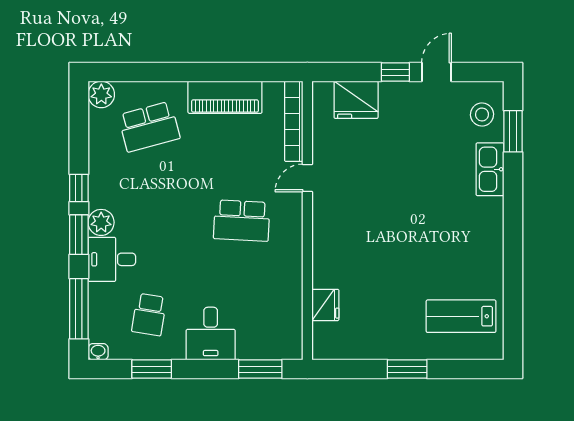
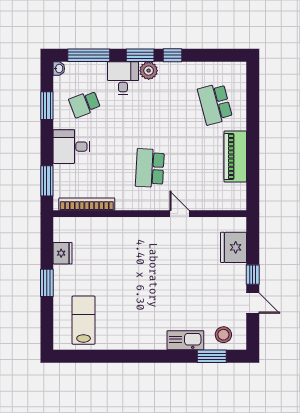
plant: (101, 94) -> (237, 71), removed
bookcase: (294, 121) -> (87, 204), moved
fridge: (325, 305) -> (63, 253), moved, turned -90
school desk: (149, 315) -> (85, 104), turned -30

